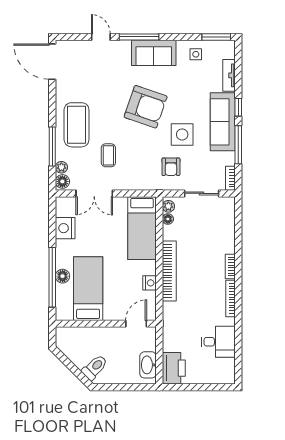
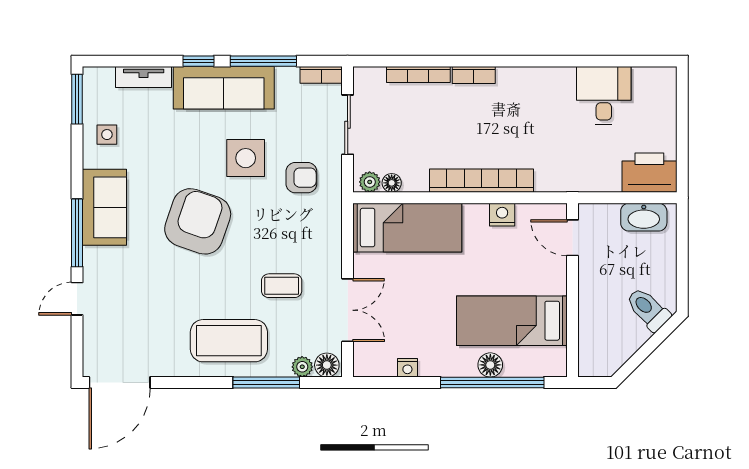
nightstand: (65, 228) -> (407, 368), width x0.53, depth x0.56
bookcase: (231, 298) -> (418, 75), moved

